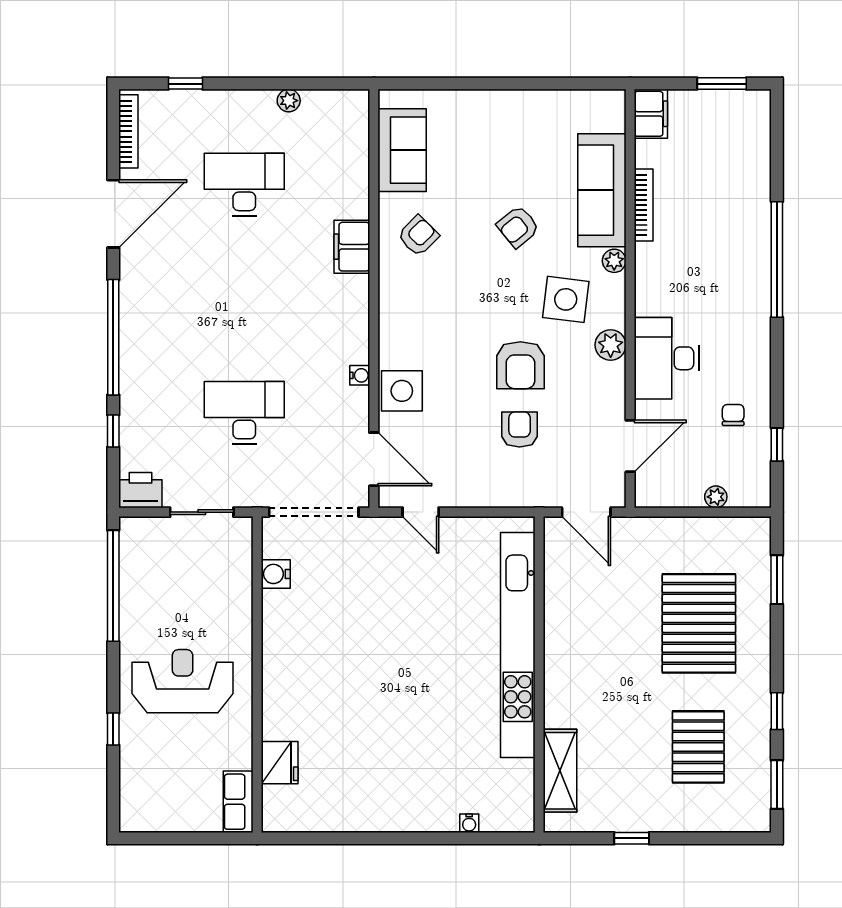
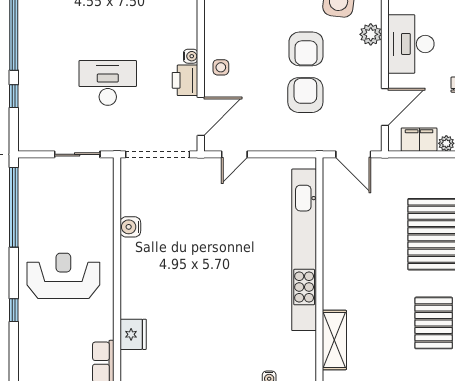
side table: (402, 391) -> (221, 67), width x0.54, depth x0.54
armchair: (520, 429) -> (305, 95), width x1.38, depth x1.38
door: (374, 459) -> (201, 116), hinge flipped
printer: (140, 490) -> (185, 80), moved, turned -90
filing cabinet: (678, 491) -> (419, 140), added
door: (421, 512) -> (234, 154), hinge flipped
water cooler: (276, 574) -> (130, 227), moved

